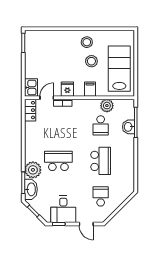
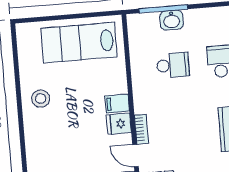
stool: (91, 61) -> (71, 89), removed
filing cabinet: (90, 89) -> (117, 104), moved
plant: (107, 106) -> (140, 58), removed

